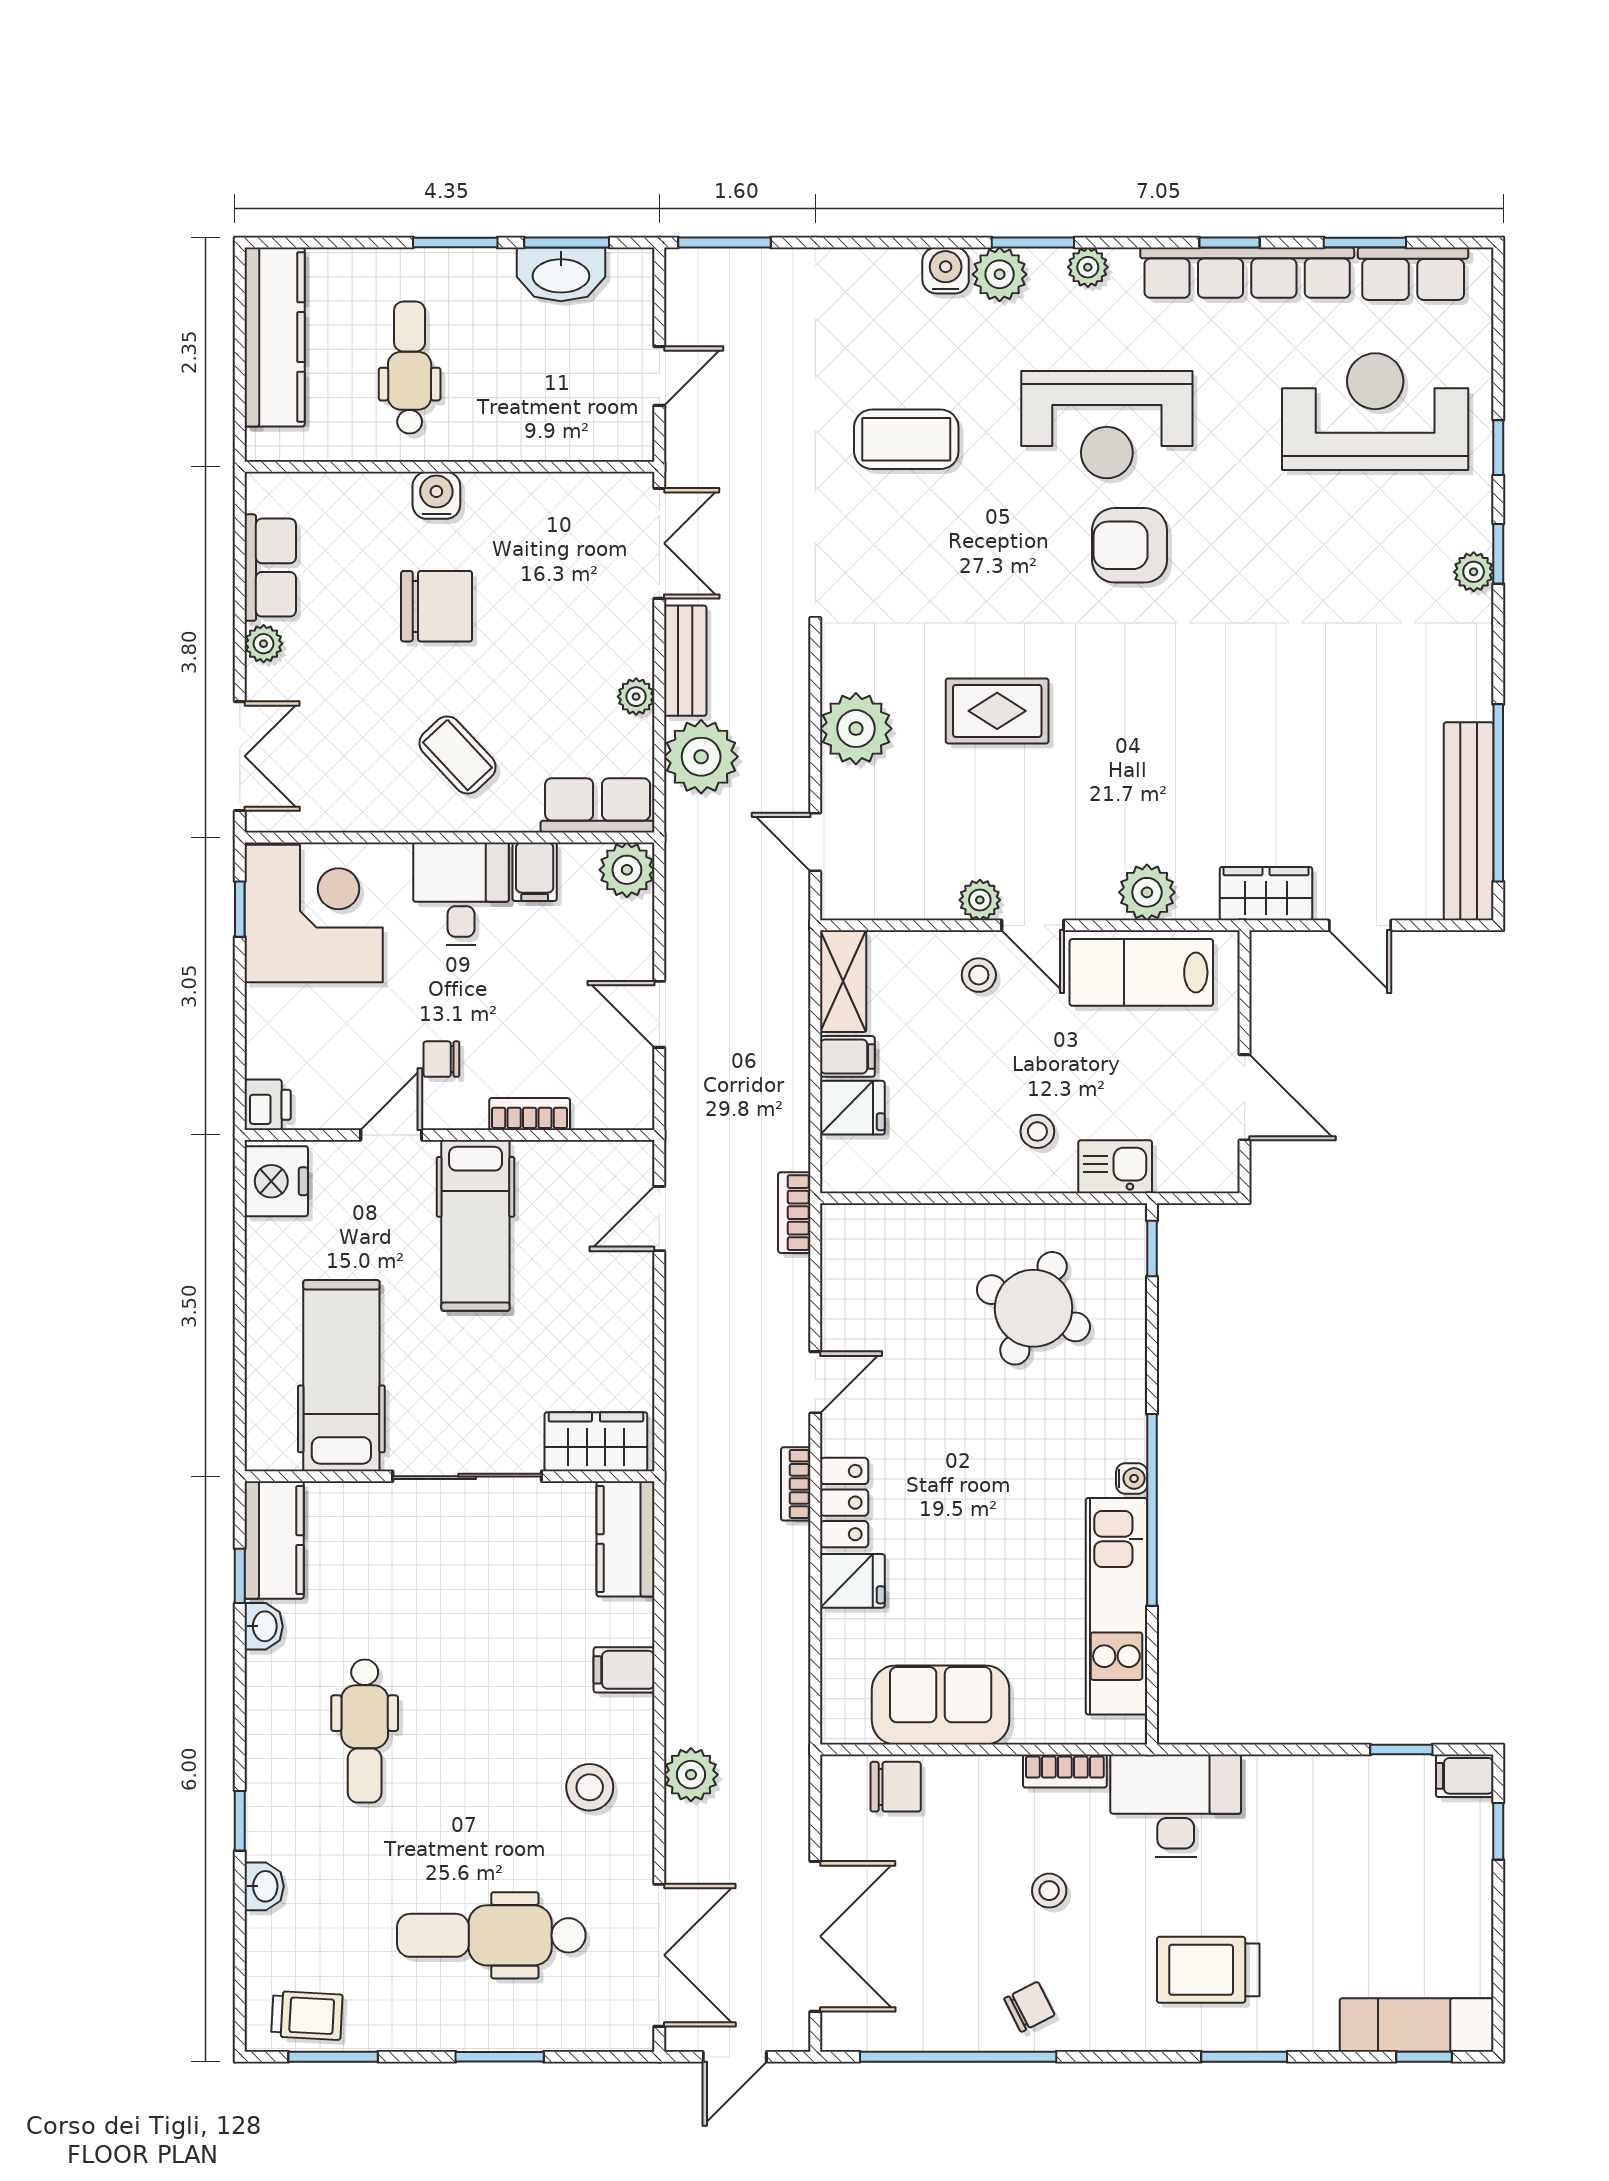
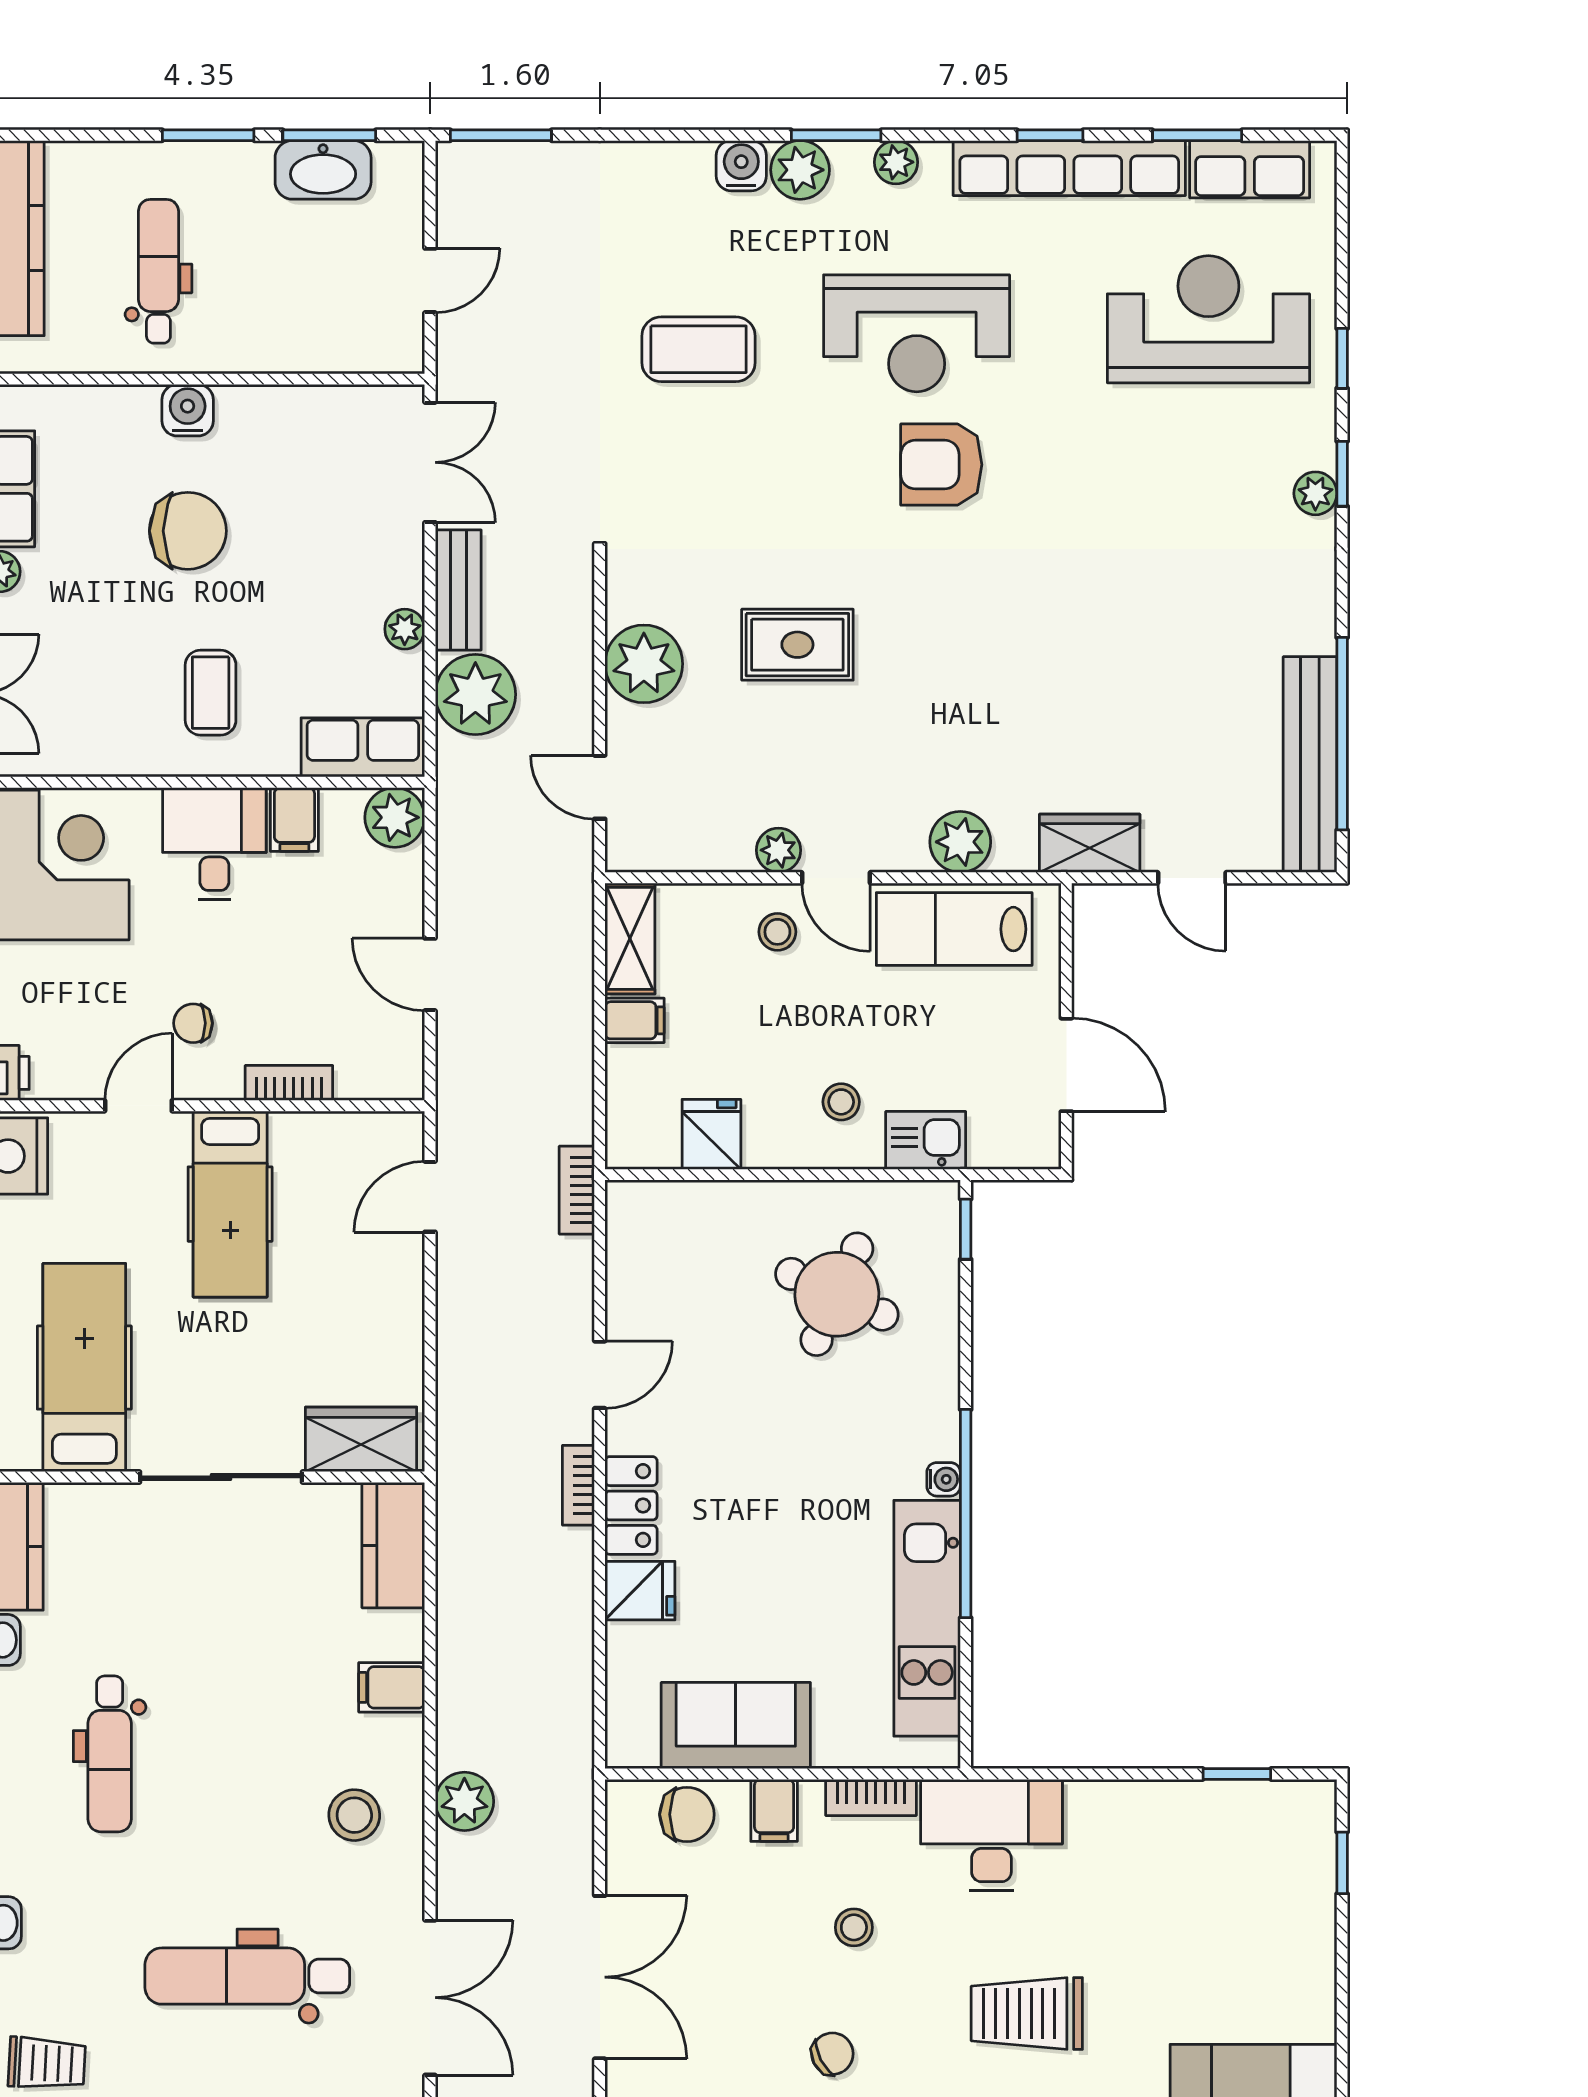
coffee table: (458, 755) -> (211, 693), turned 43
fridge: (852, 1108) -> (711, 1134), moved, turned -90
filing cabinet: (1465, 1776) -> (774, 1810), moved, turned -90

